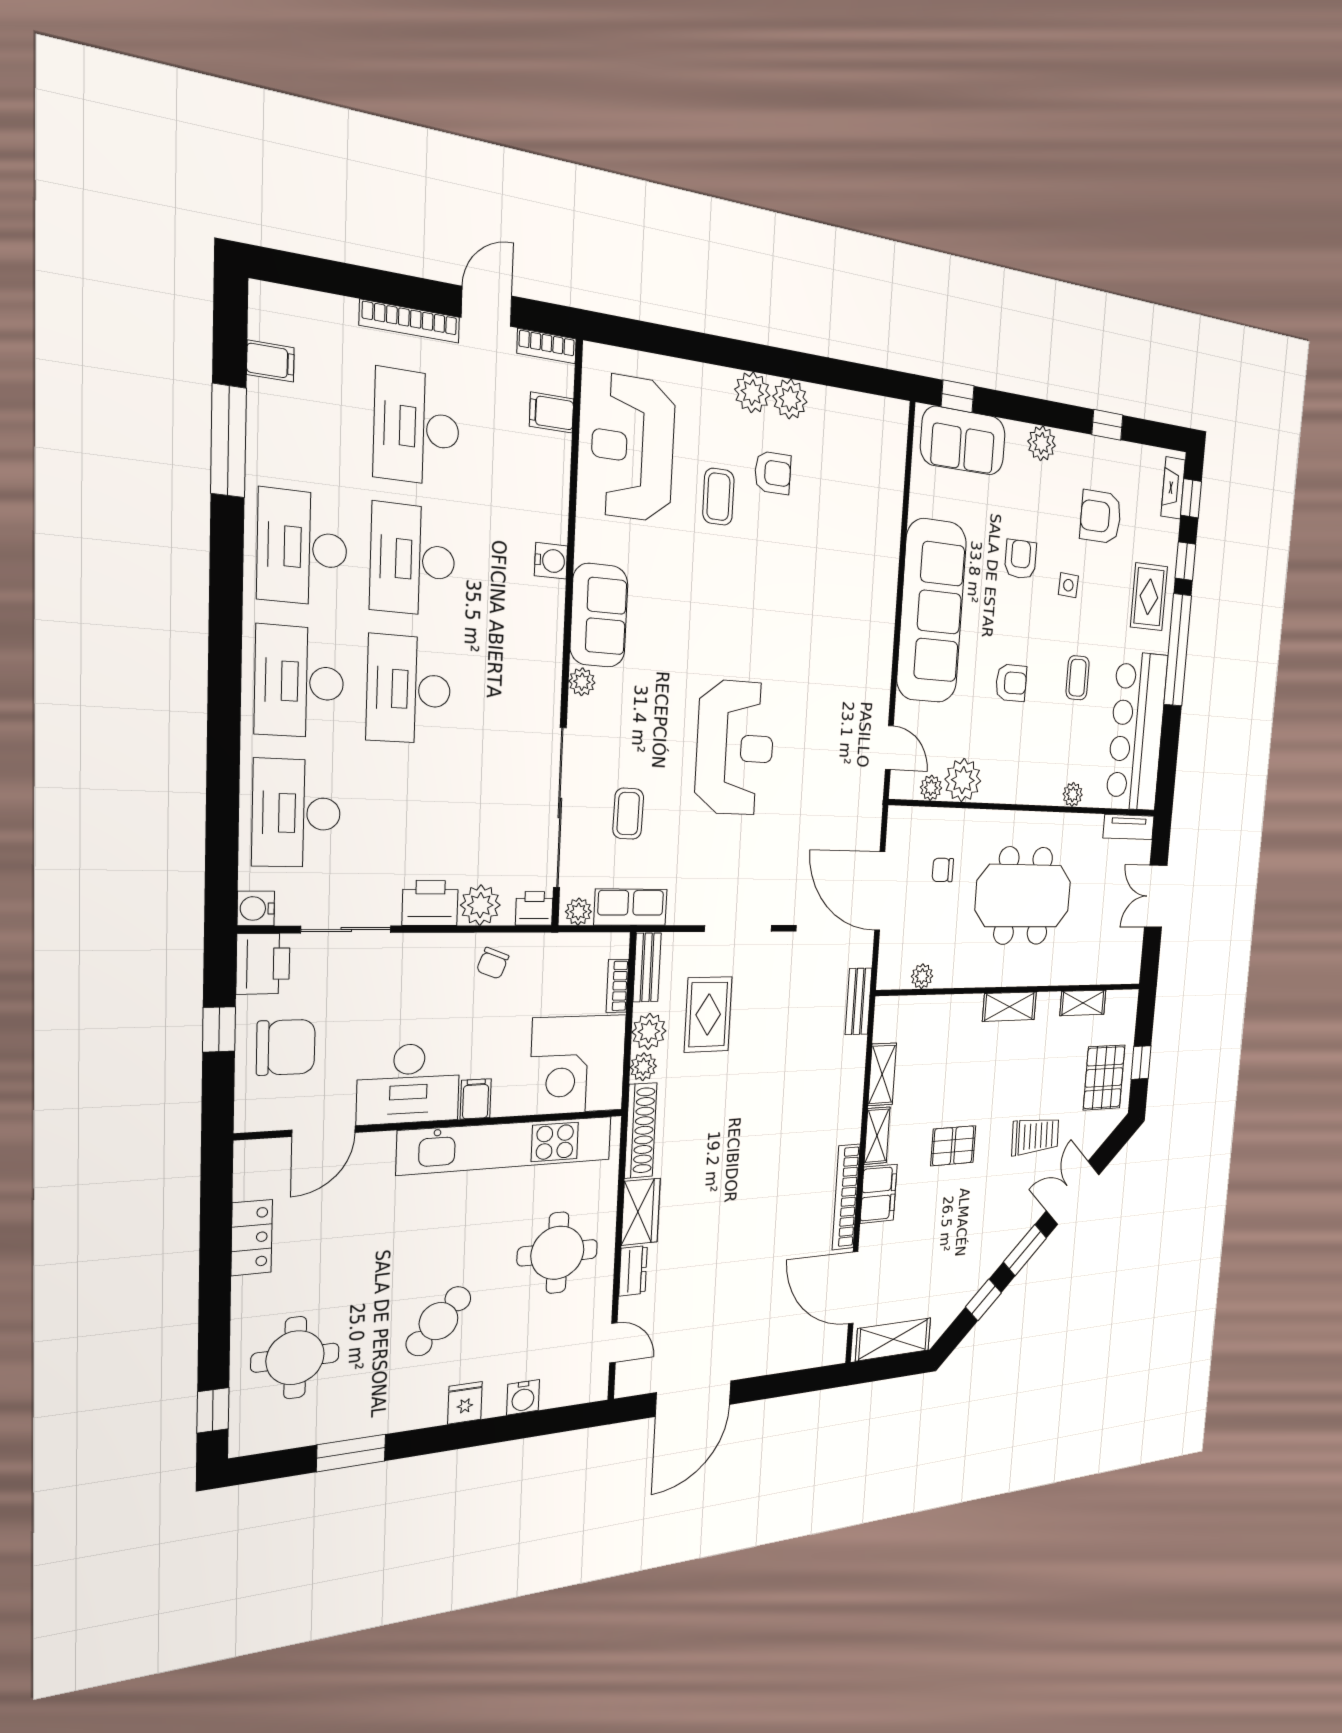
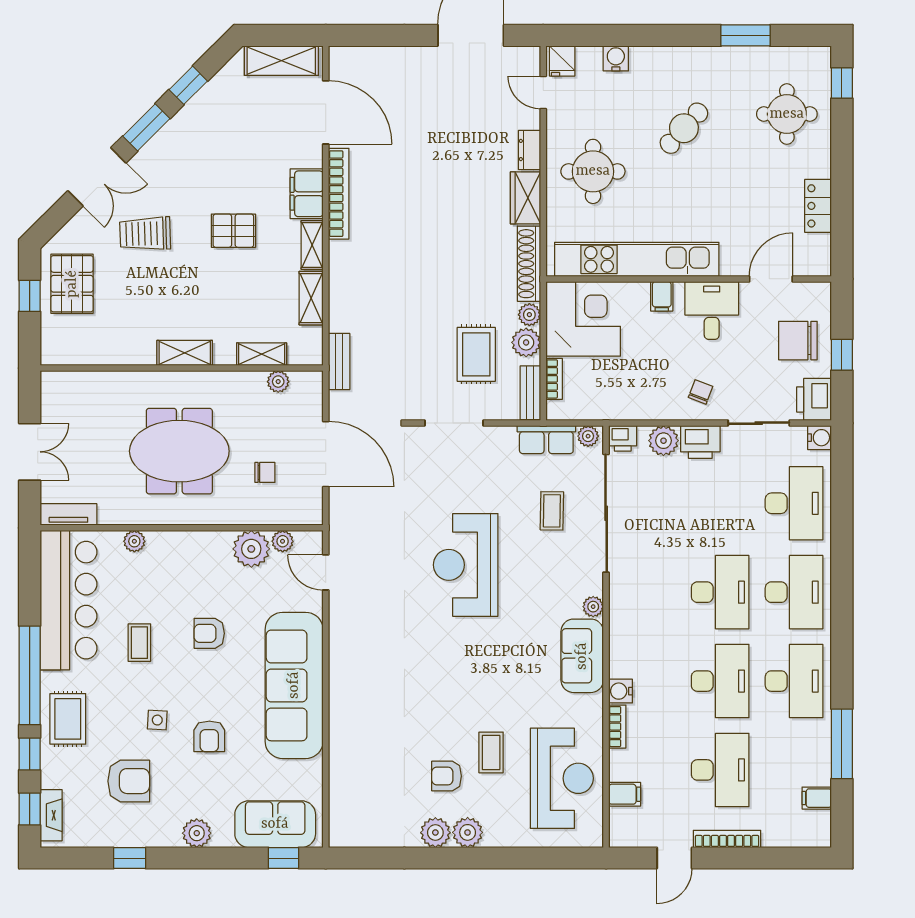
bookcase: (547, 346) -> (617, 727), moved, turned 90
chair: (493, 963) -> (701, 392), moved
shelving: (1083, 1003) -> (262, 354), moved
desk: (409, 1084) -> (712, 310), width x0.73
fridge: (465, 1403) -> (562, 61), moved

